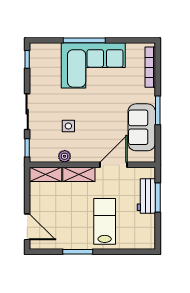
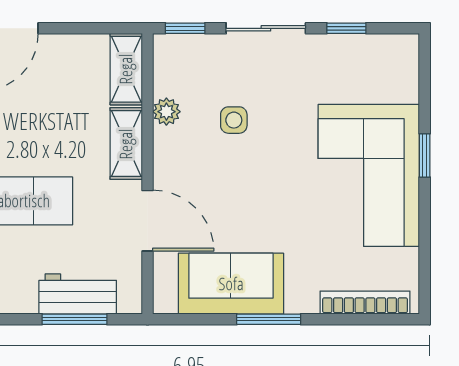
window: (84, 40) -> (425, 155), width x0.46
window: (27, 59) -> (346, 28), moved

